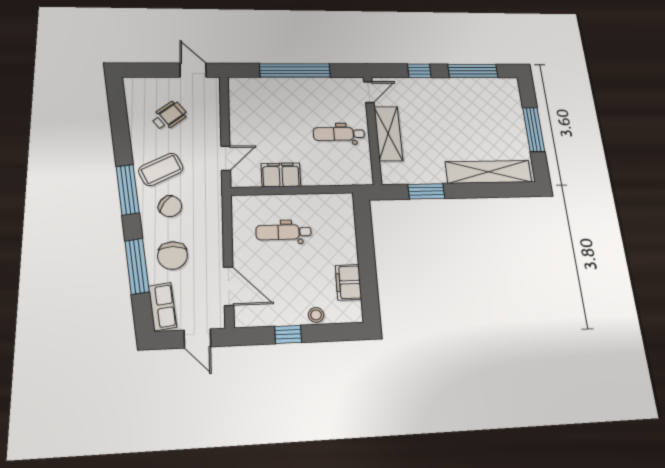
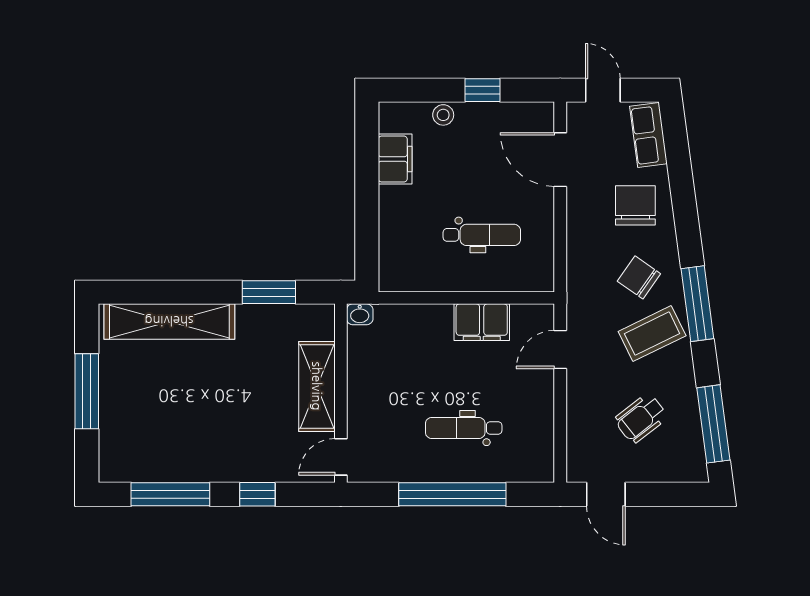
dental chair: (339, 134) -> (464, 428), moved, turned 180
washbasin: (364, 178) -> (360, 314), added
window: (137, 266) -> (713, 424), moved

